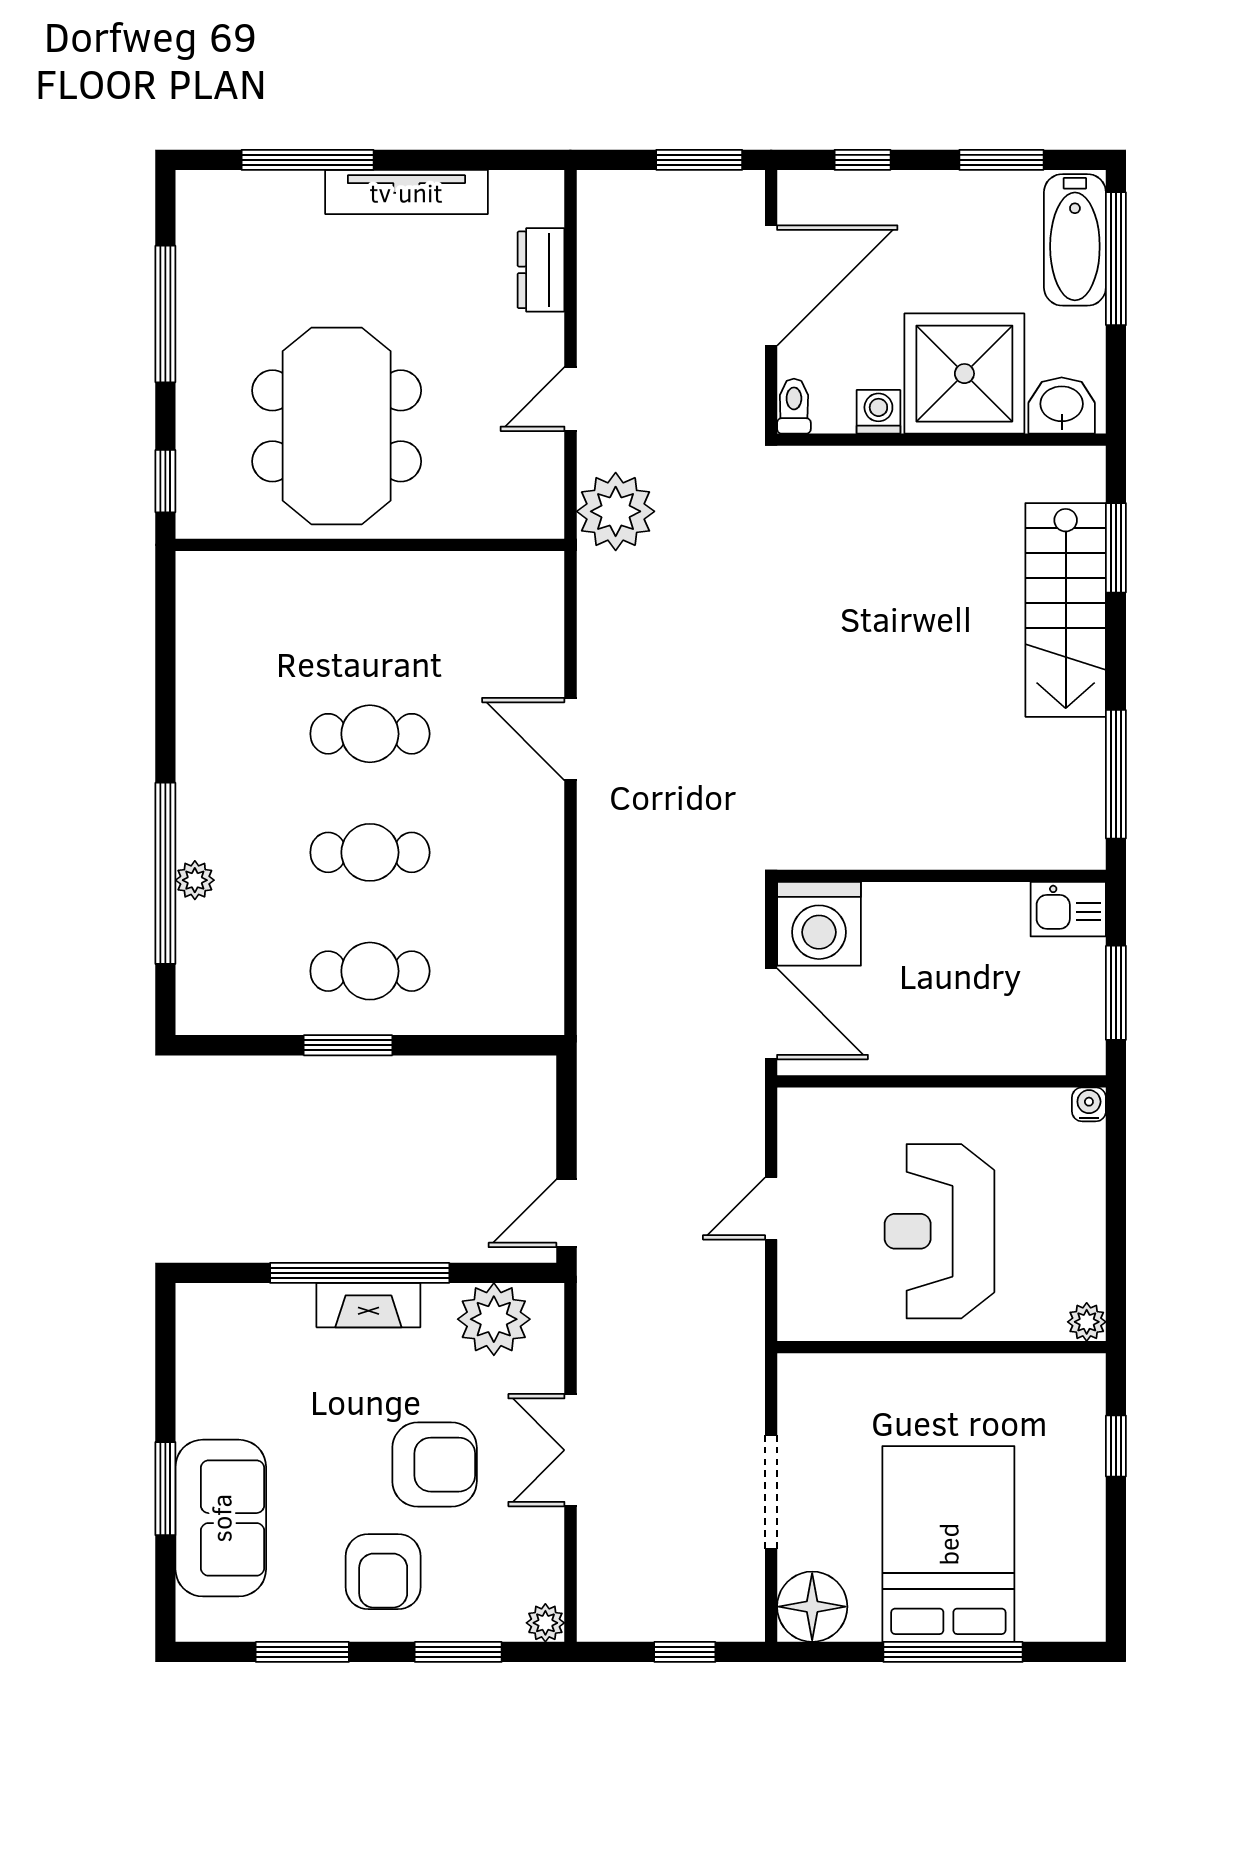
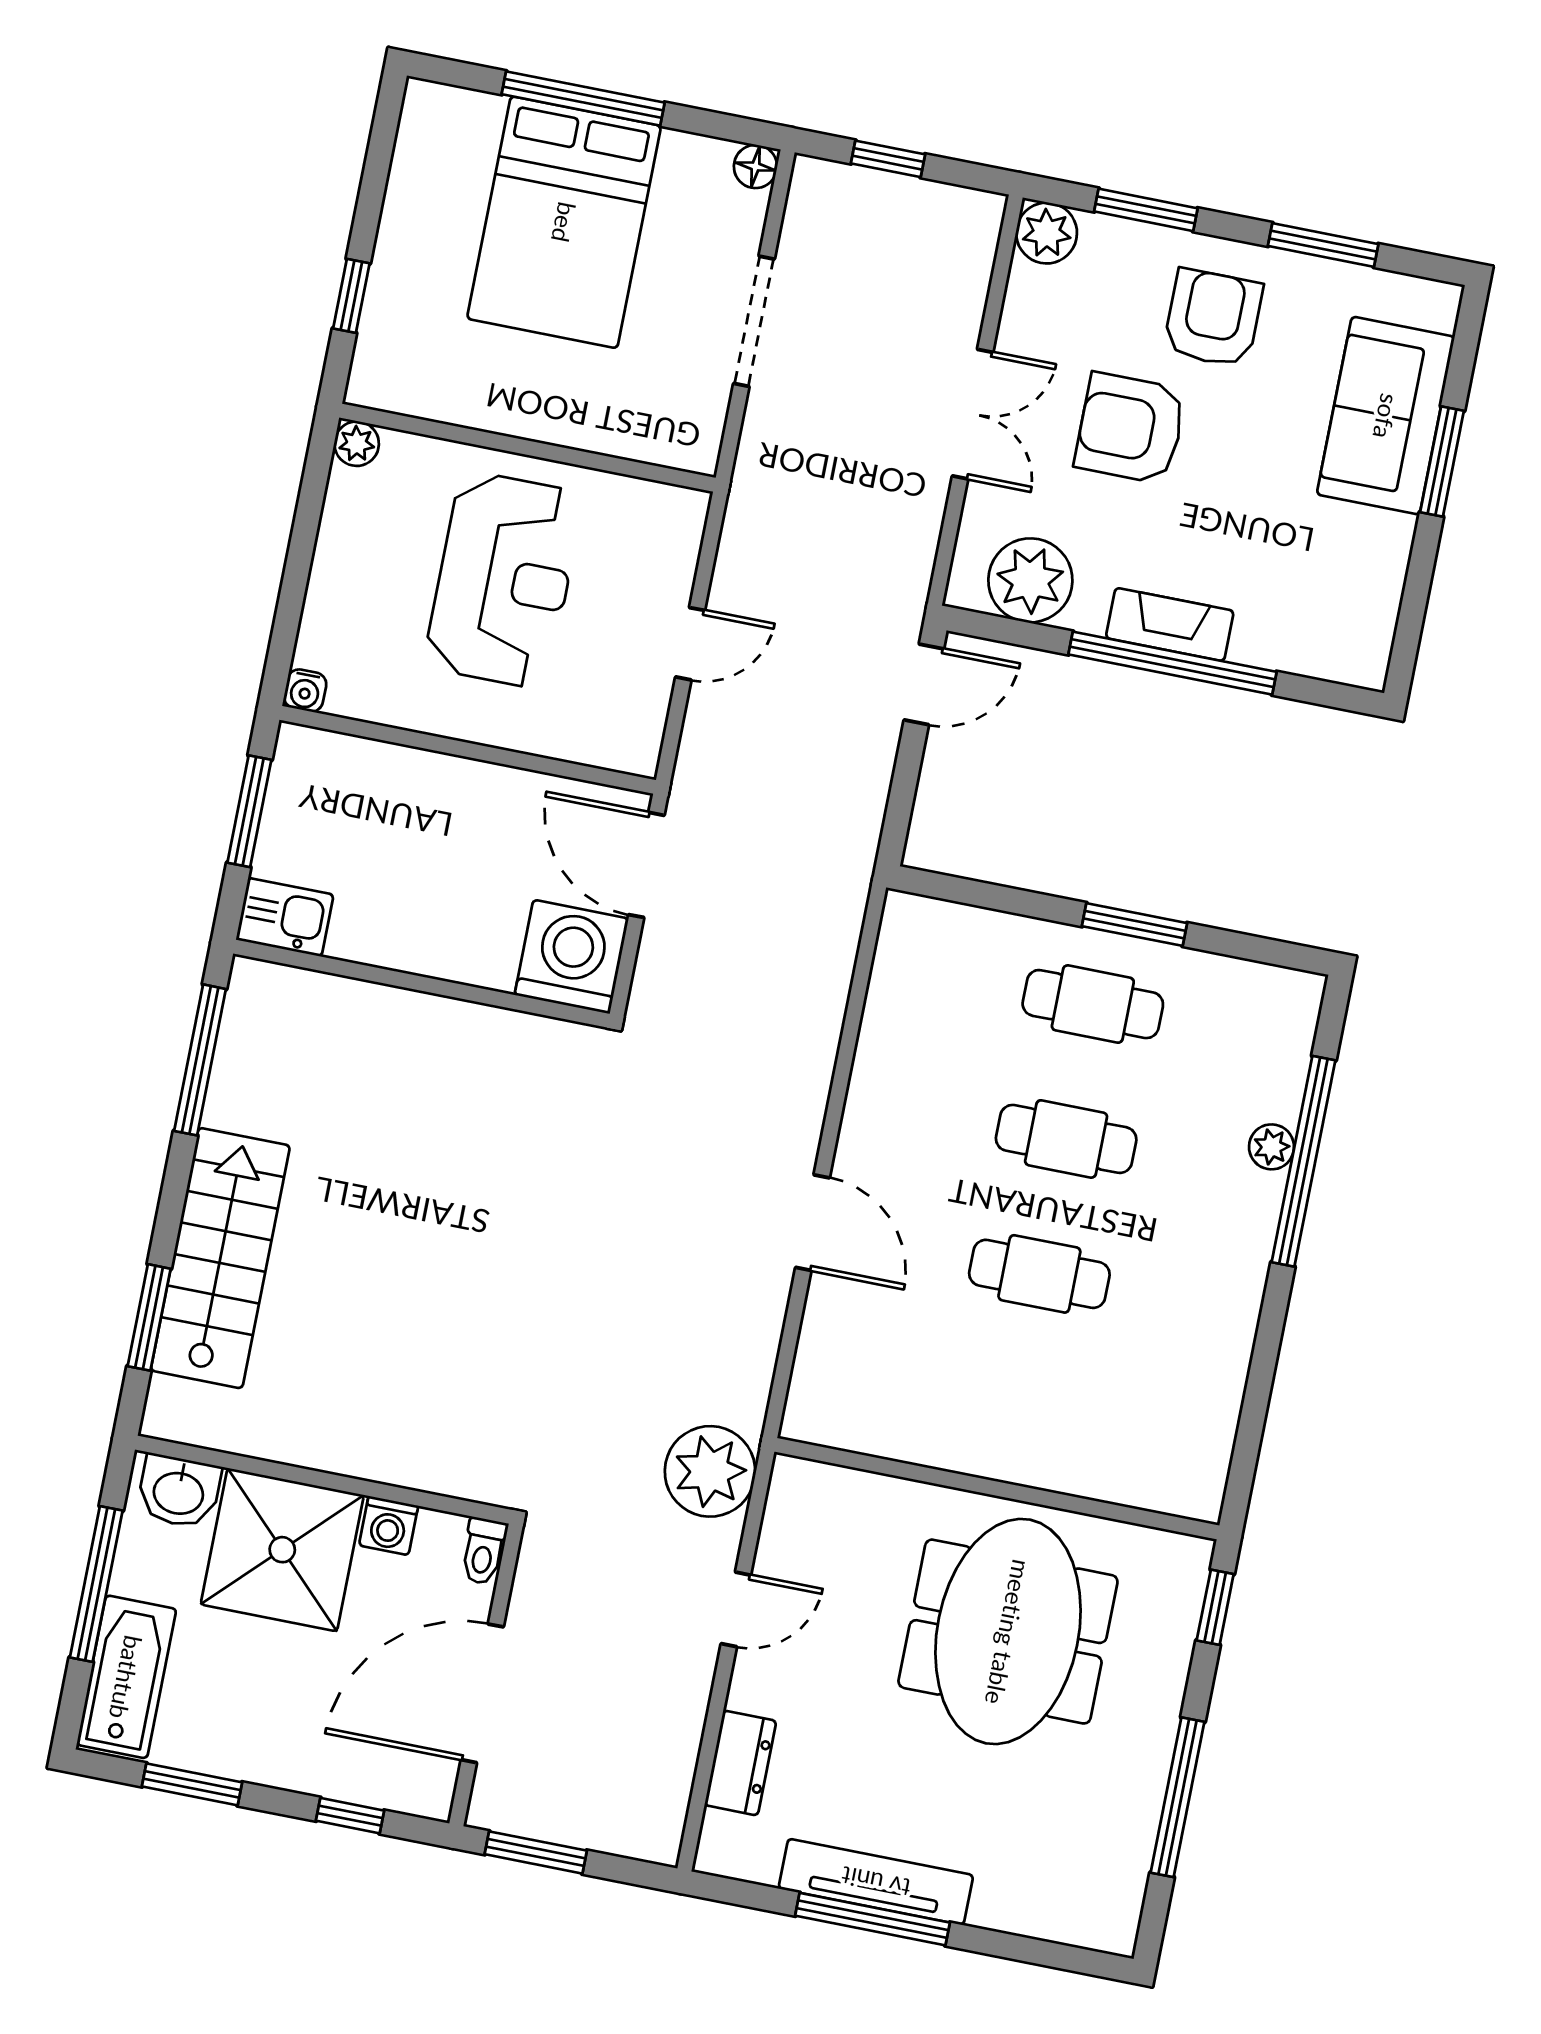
window: (308, 160) -> (873, 1919), moved
window: (1116, 259) -> (96, 1584), moved
floor lamp: (812, 1607) -> (755, 166), width x0.53, depth x0.53
plant: (545, 1623) -> (1047, 233), width x1.38, depth x1.38

